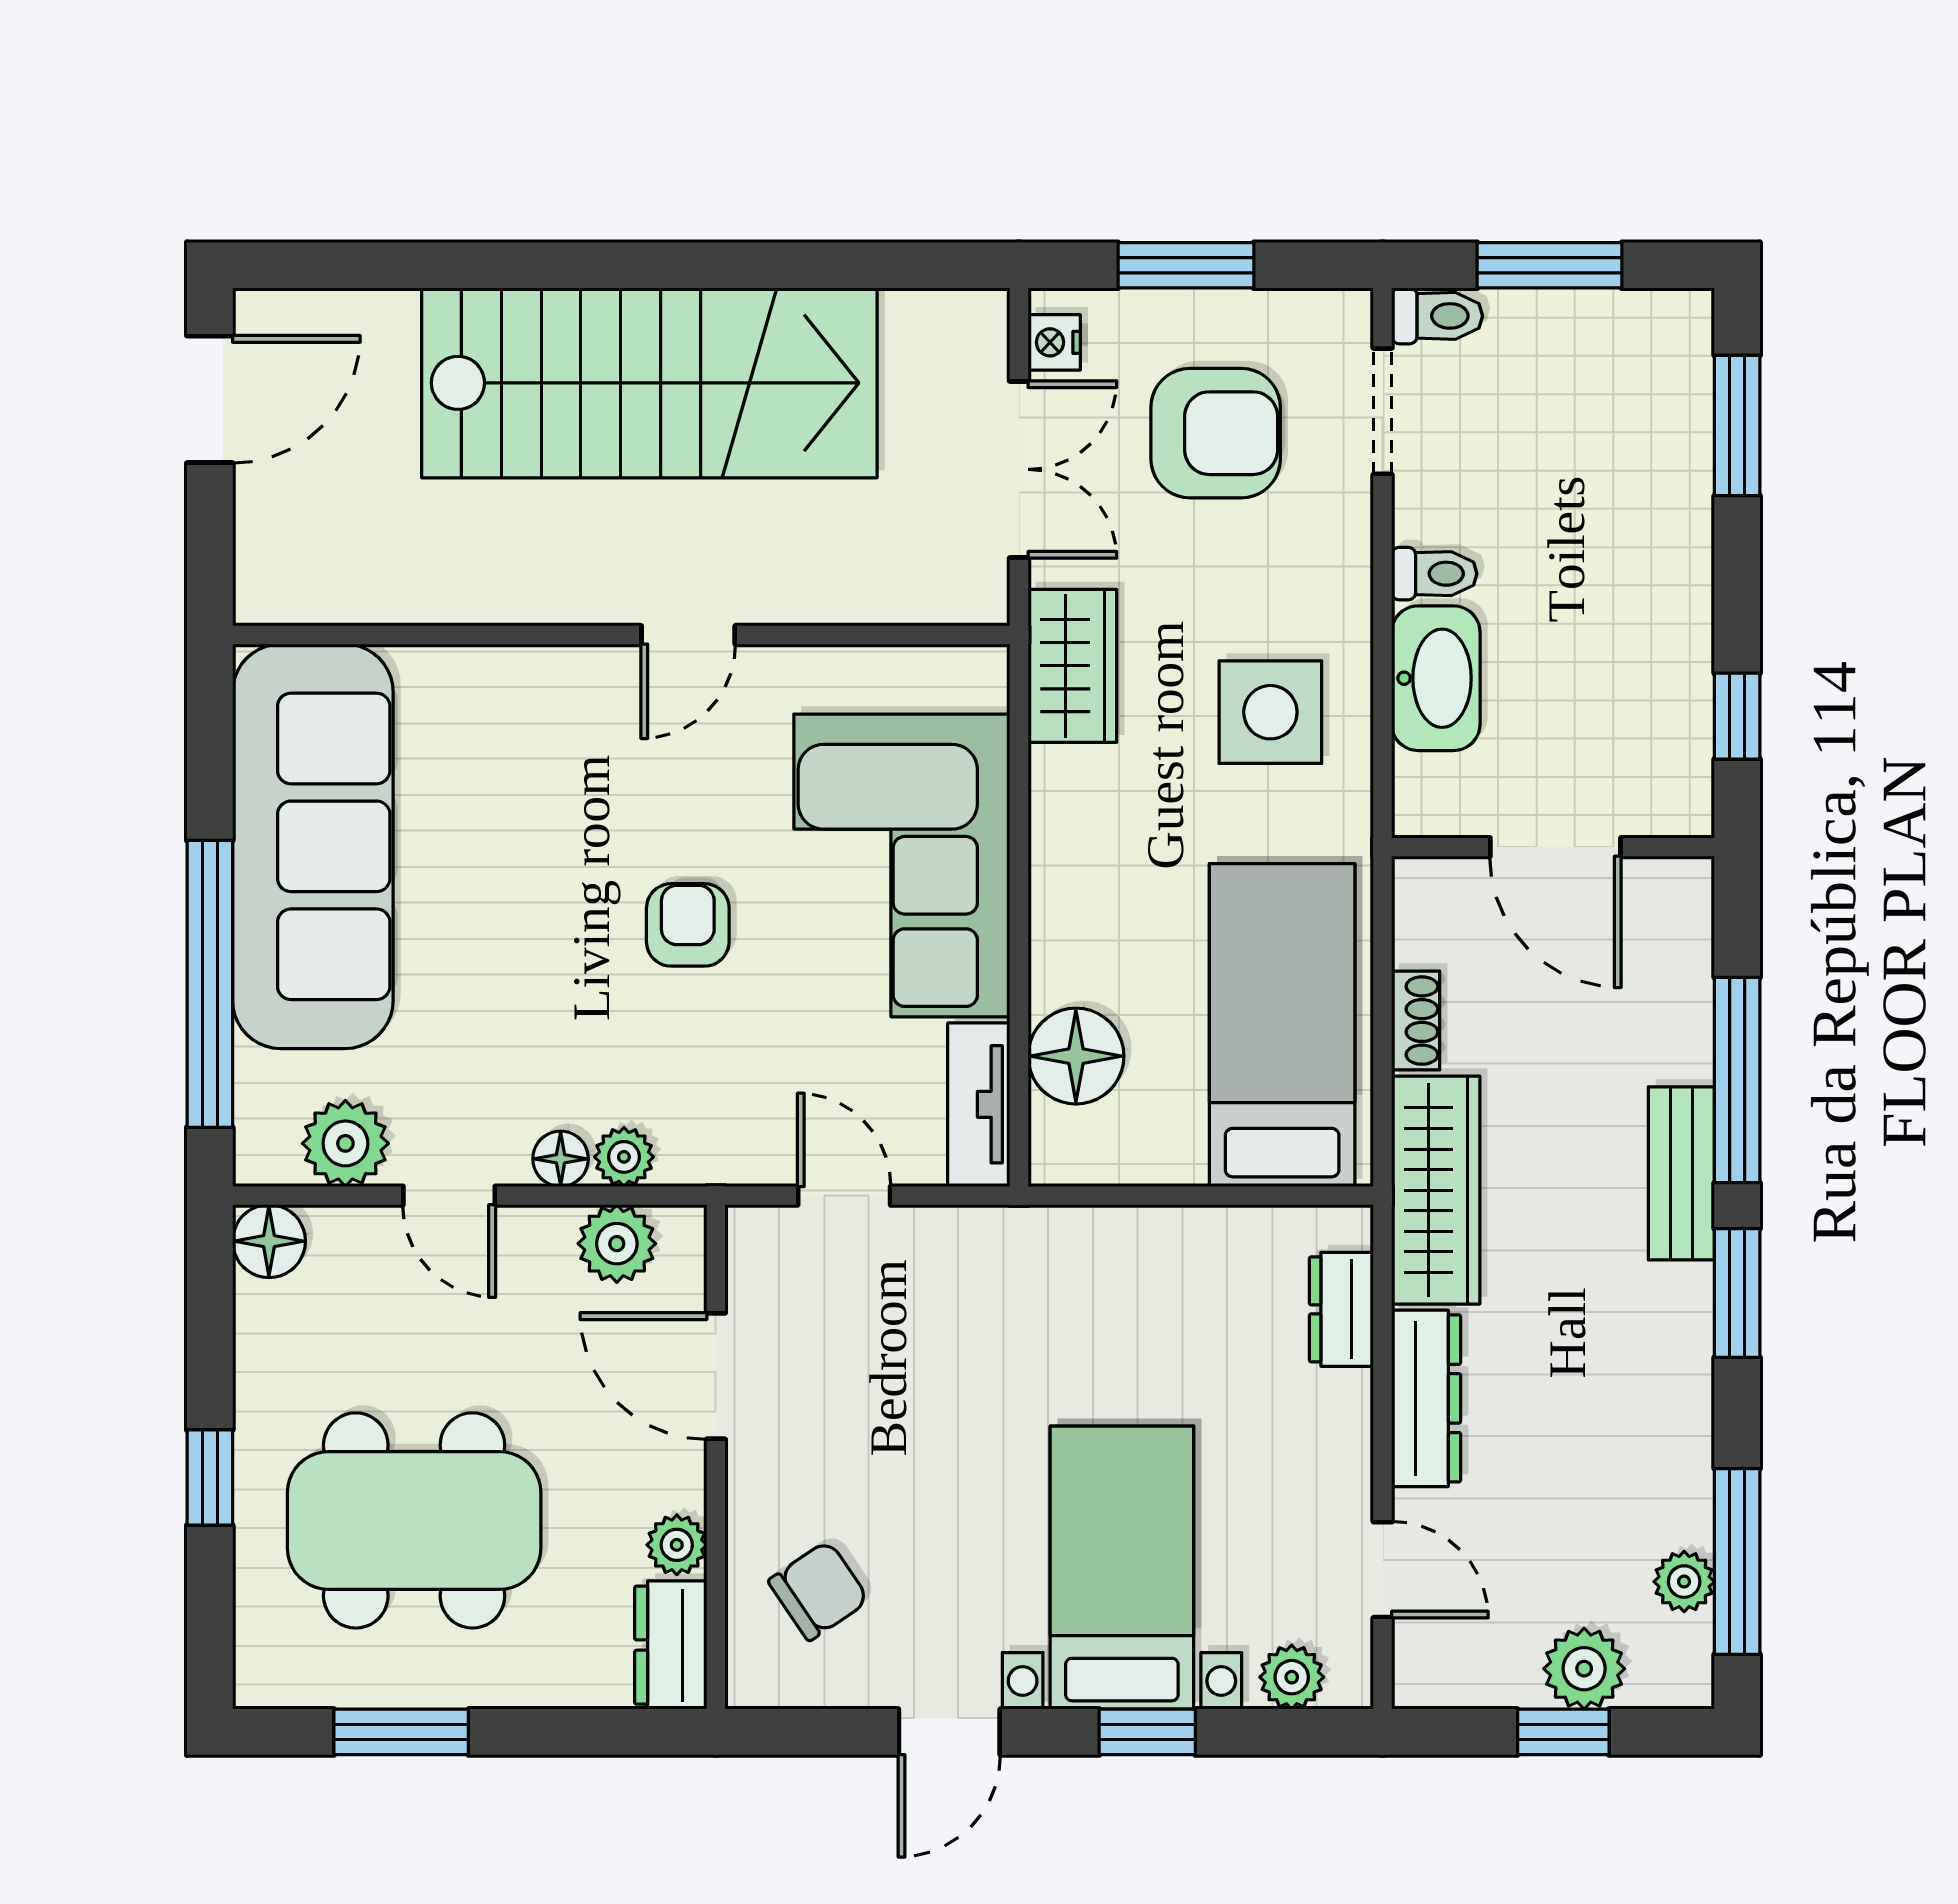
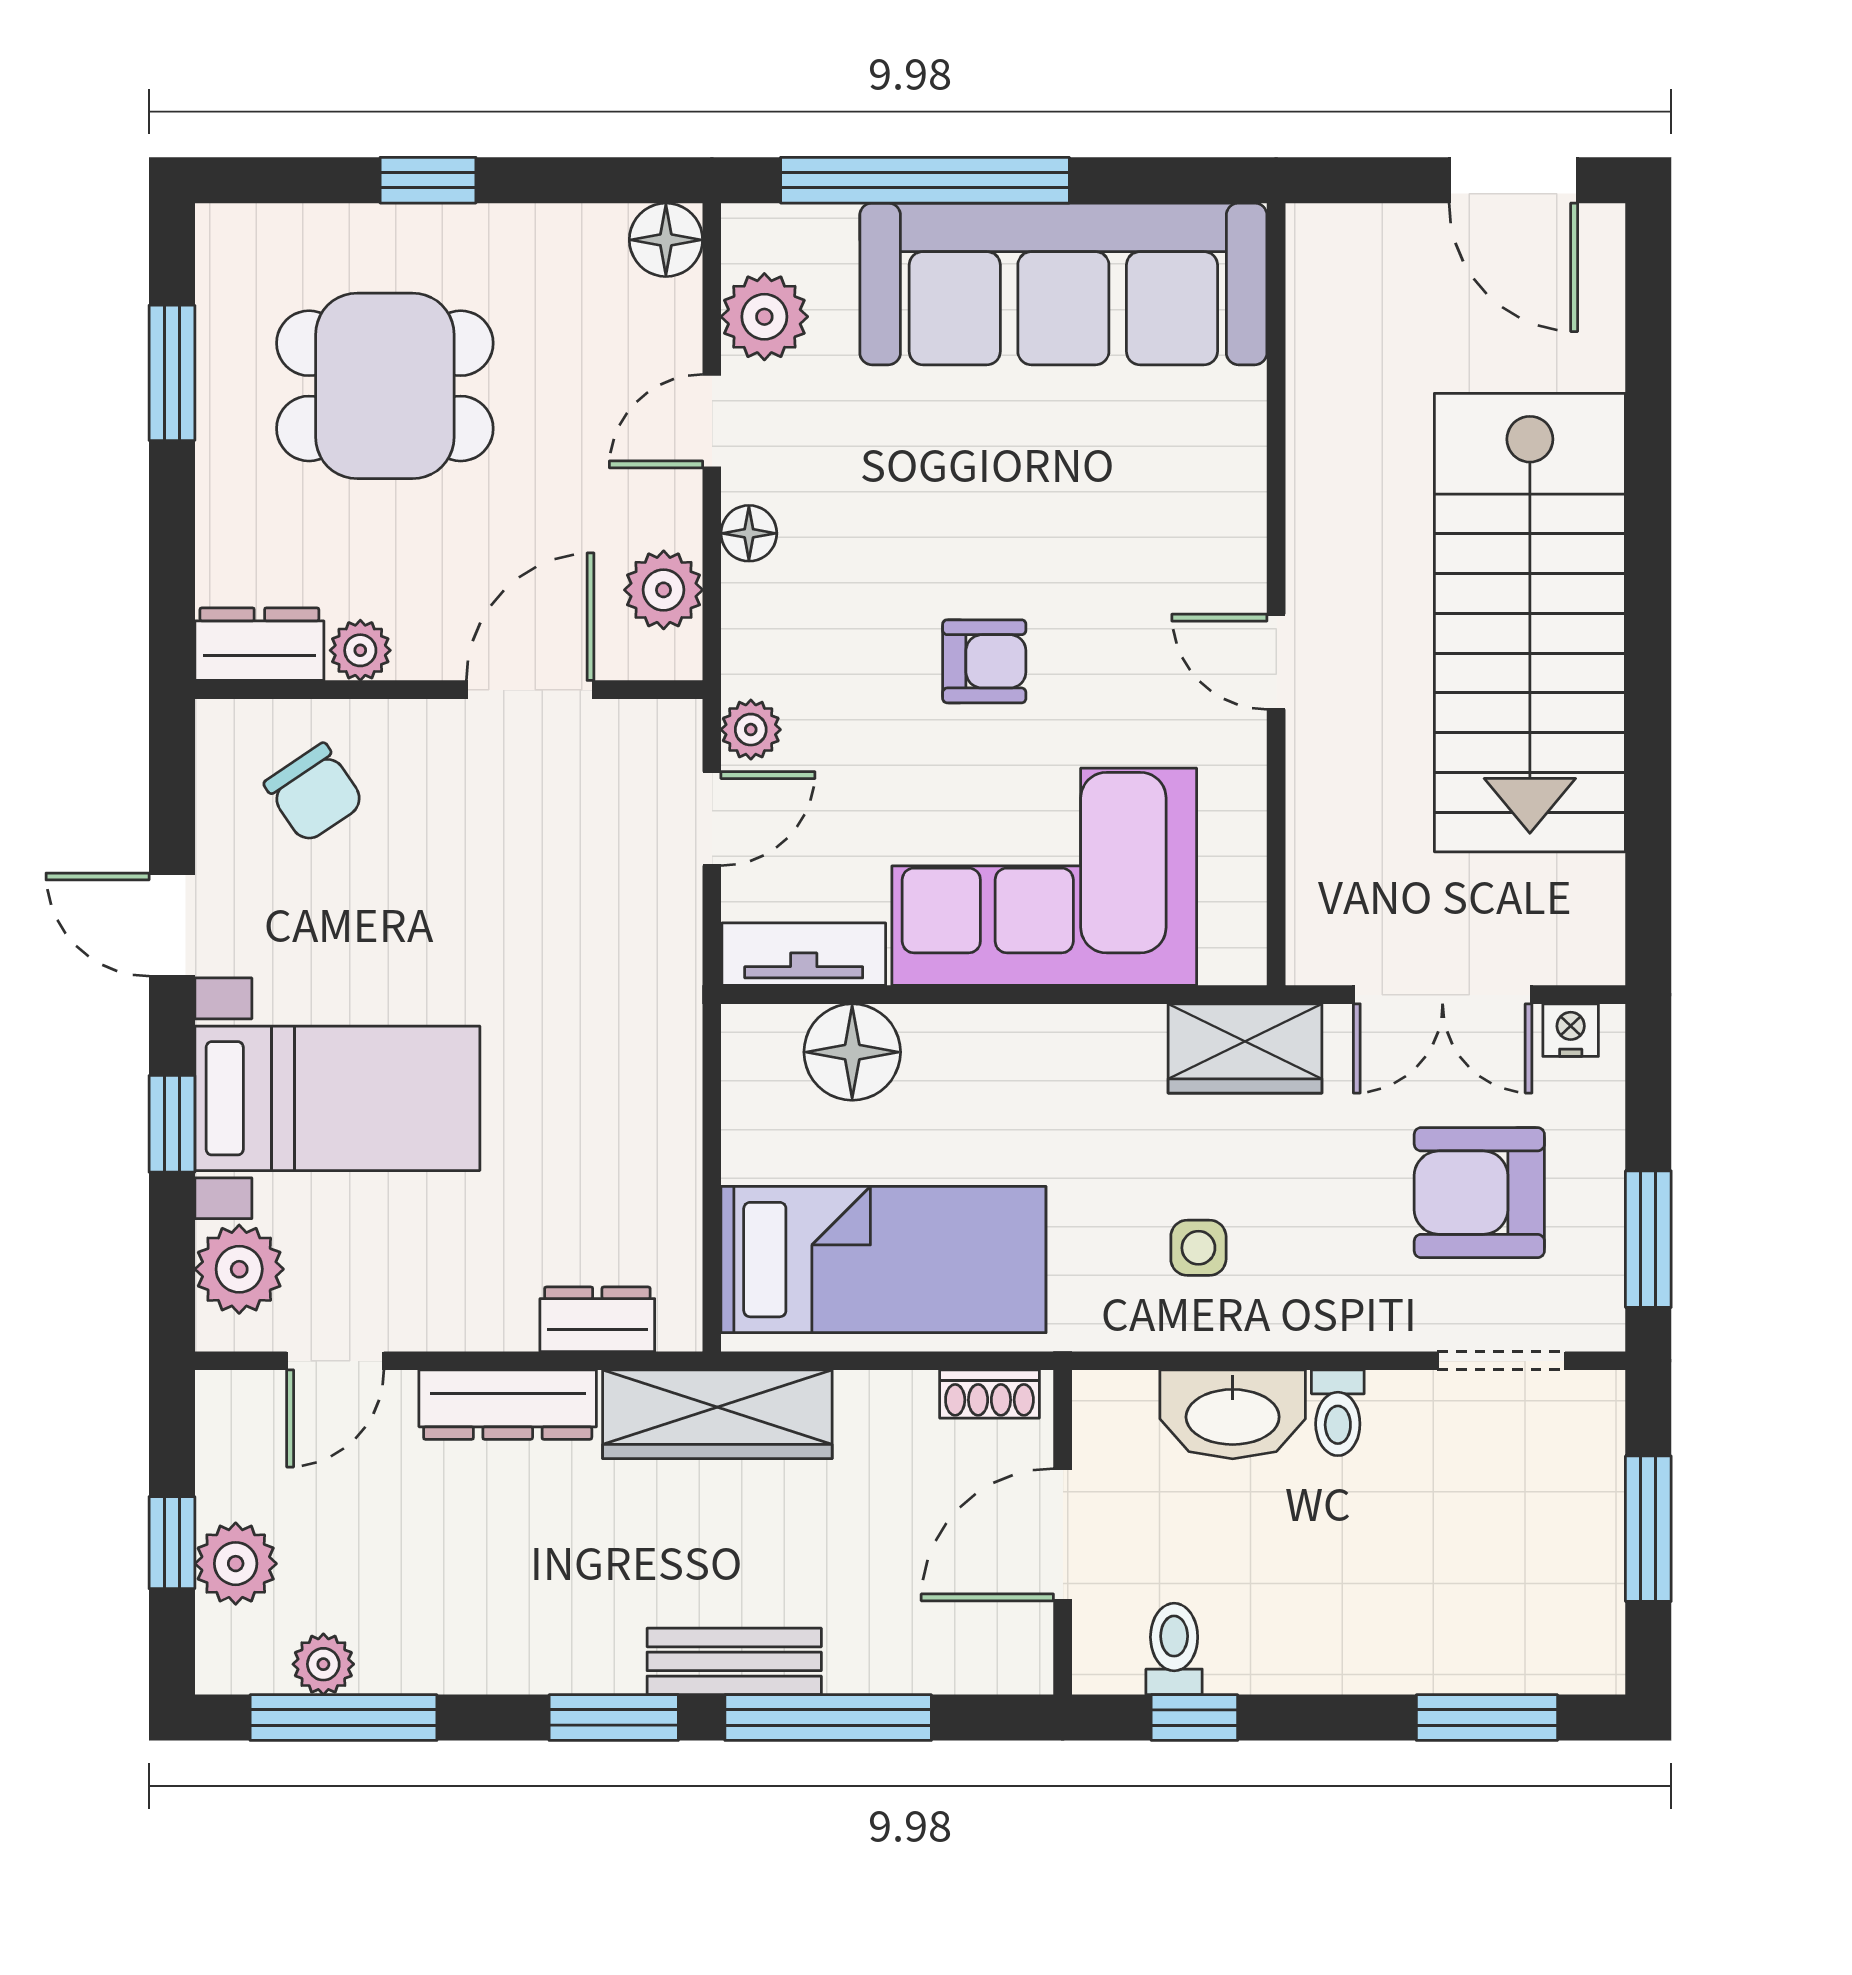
window: (1186, 265) -> (1648, 1239), moved
toilet: (1437, 316) -> (1174, 1649), moved, turned 180
armchair: (1216, 433) -> (1479, 1193), turned 90
side table: (1270, 712) -> (1198, 1248), width x0.54, depth x0.54
shoe rack: (1416, 1021) -> (989, 1394), moved
plant: (624, 1157) -> (751, 730), moved
dining table: (414, 1520) -> (385, 386), width x0.73
plant: (1292, 1677) -> (239, 1269), width x1.38, depth x1.38

